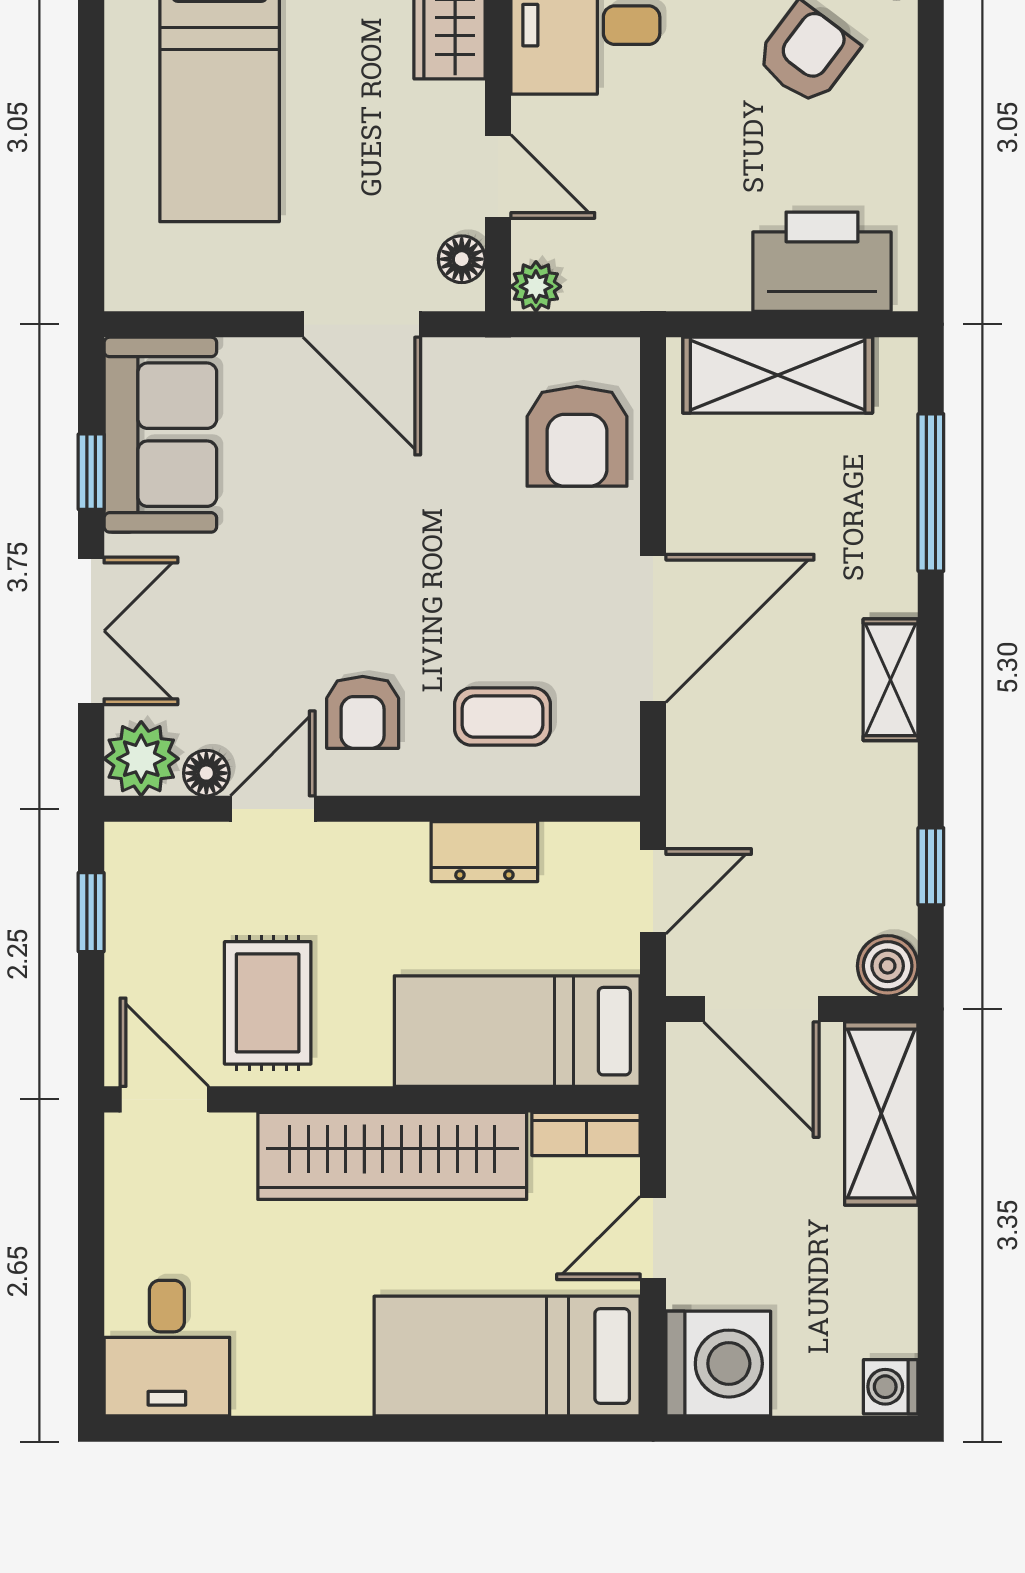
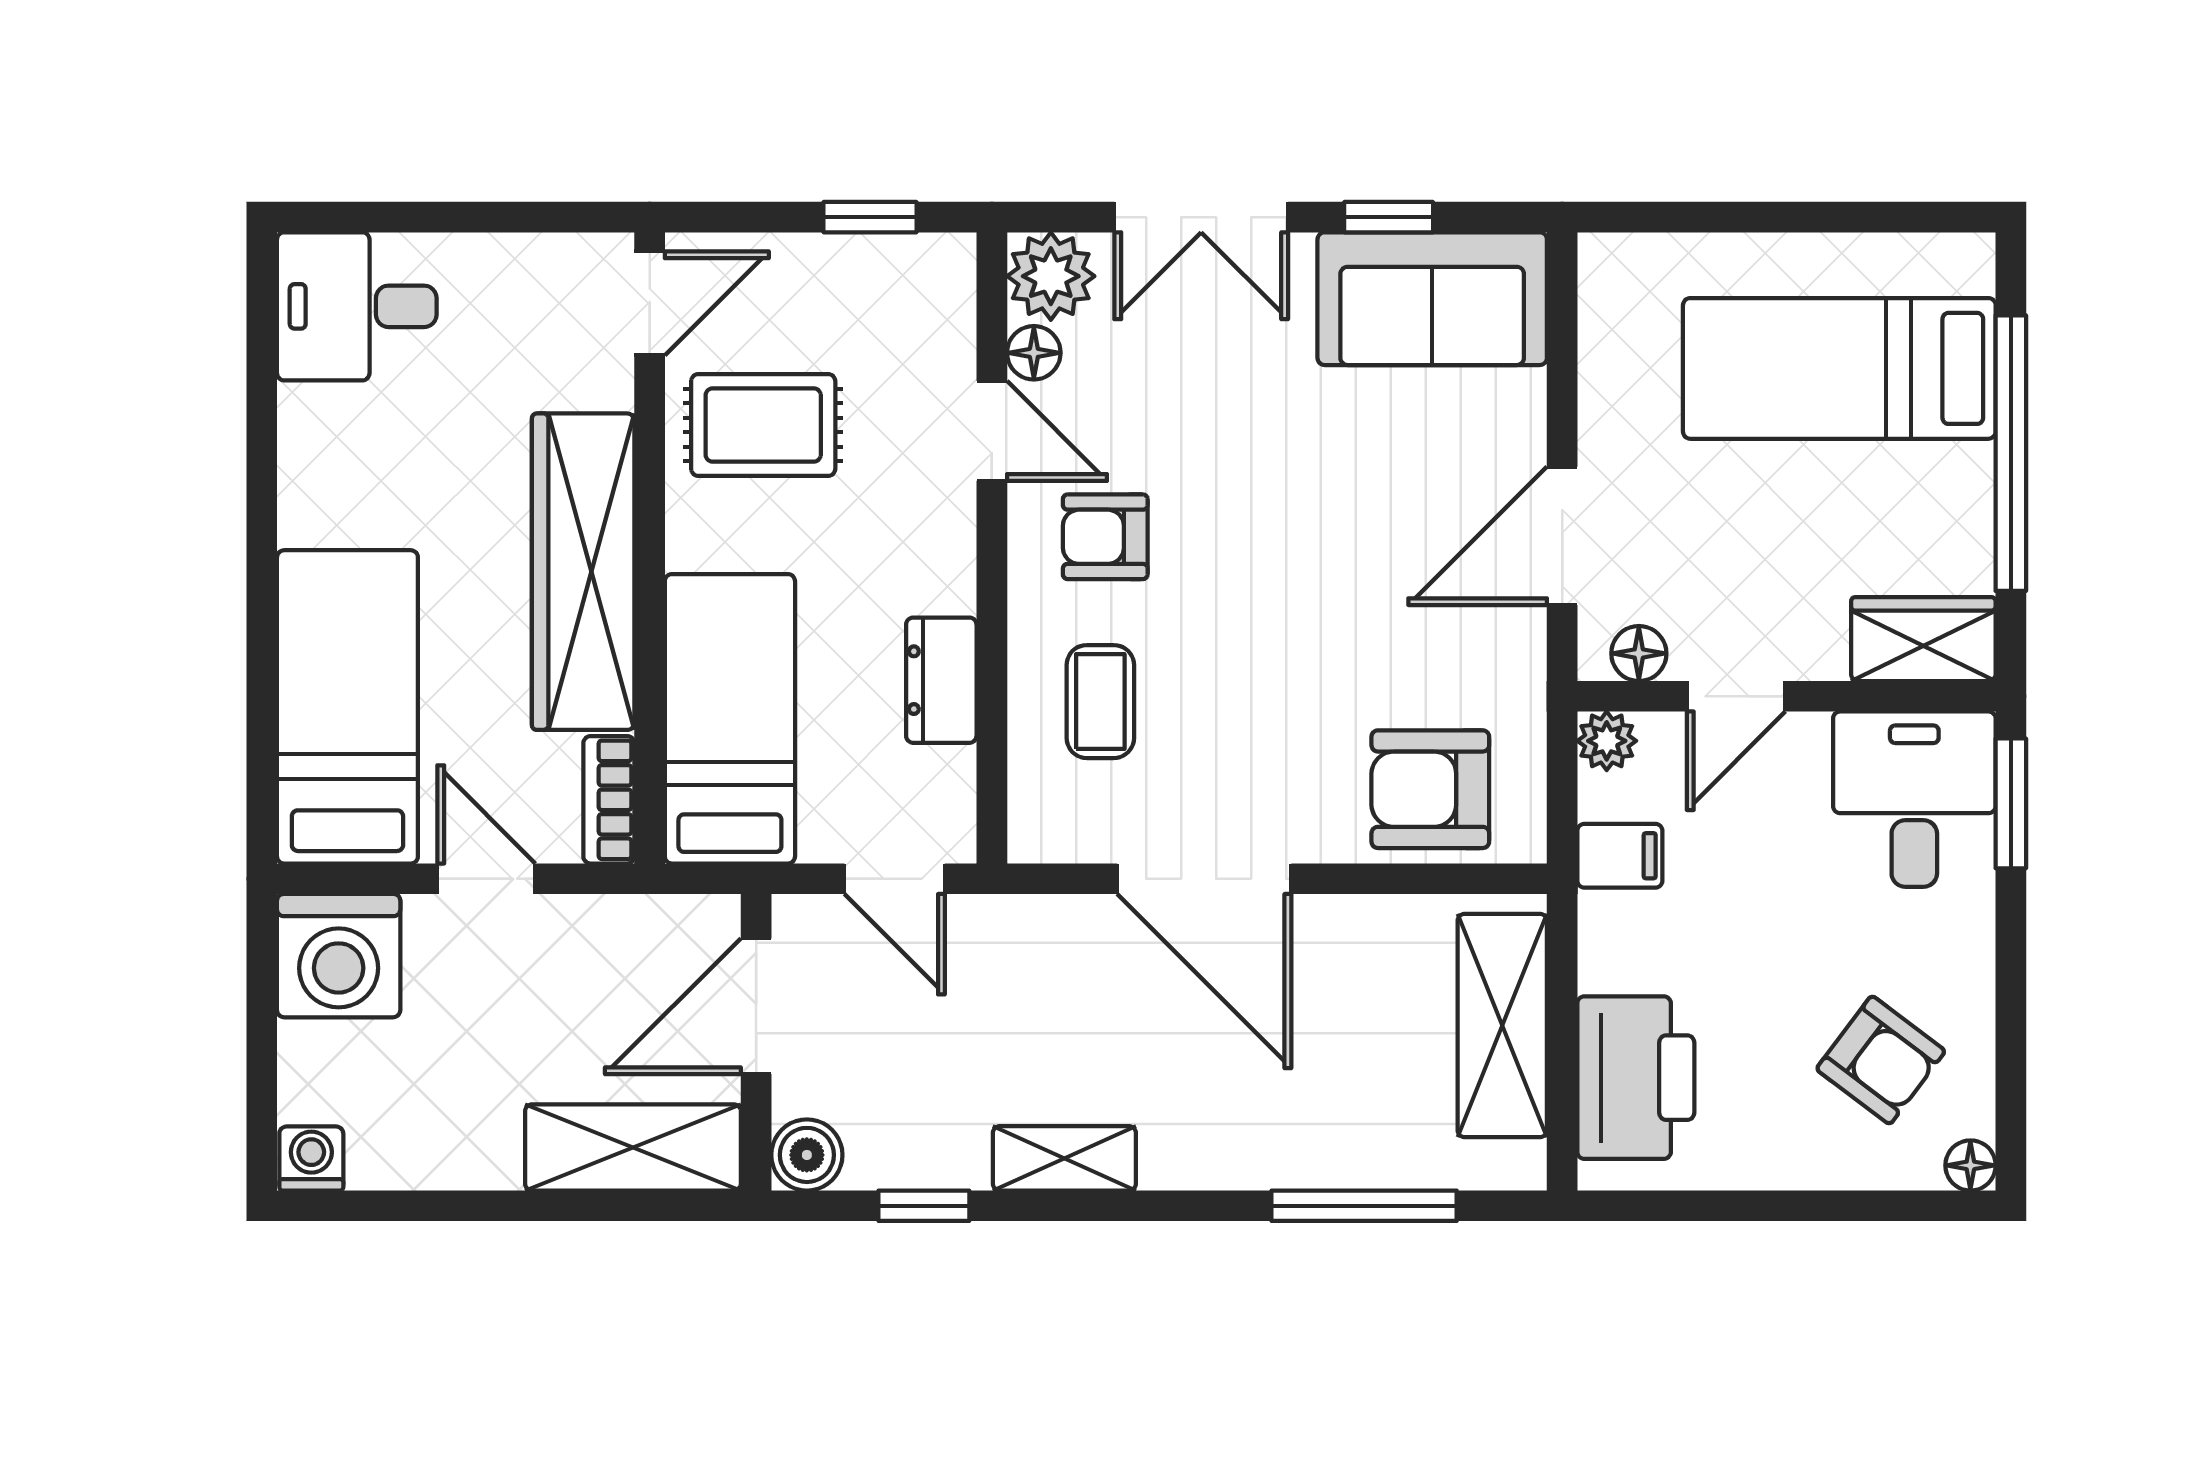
filing cabinet: (634, 275) -> (1620, 856), added
shelving: (891, 680) -> (1064, 1158), moved

